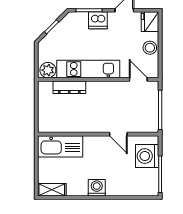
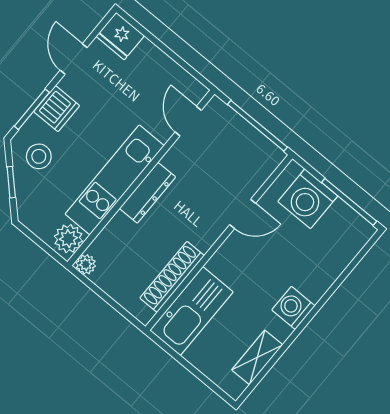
stool: (150, 48) -> (39, 156), moved
door: (138, 79) -> (188, 121), hinge flipped
plant: (43, 86) -> (86, 264), added
dresser: (69, 87) -> (148, 193), moved
shoe rack: (68, 127) -> (172, 277), added
shelving: (52, 190) -> (257, 357), moved

